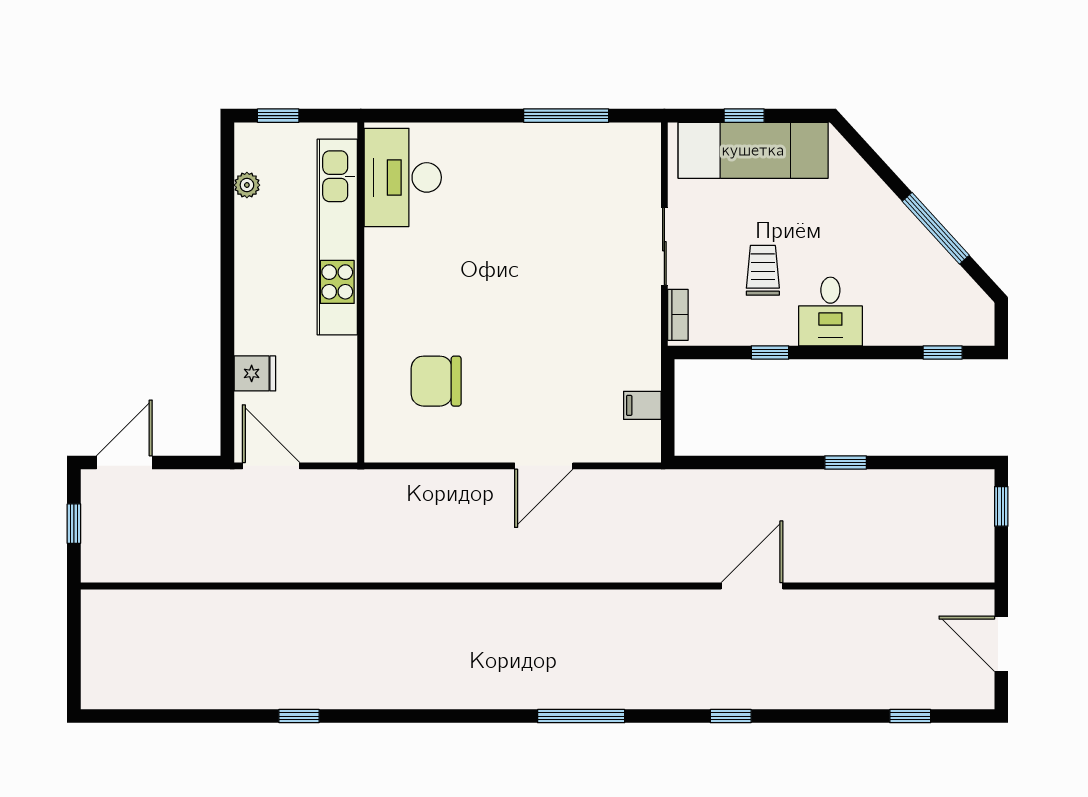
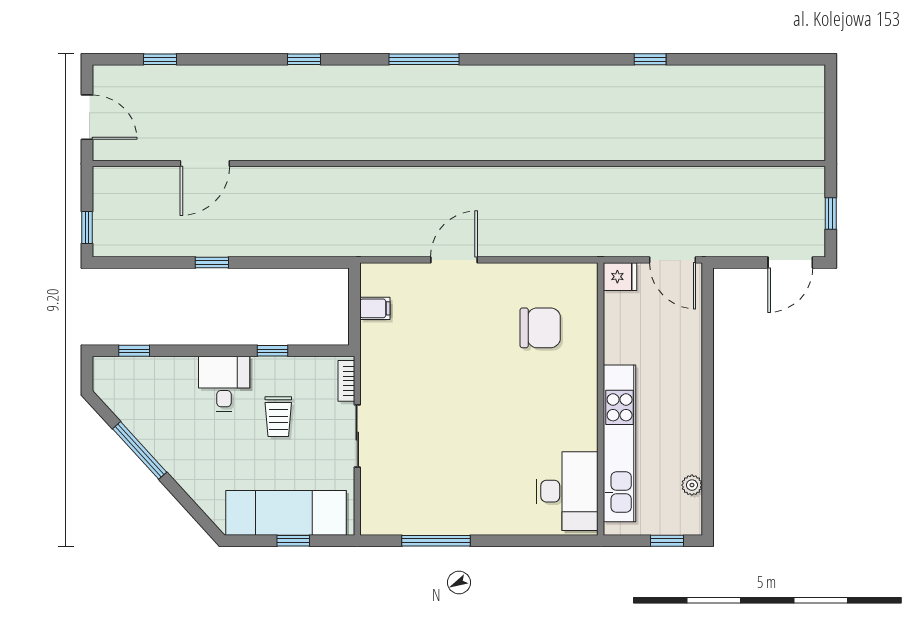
fridge: (255, 373) -> (620, 277), moved, turned 180
door: (752, 586) -> (205, 164), moved

